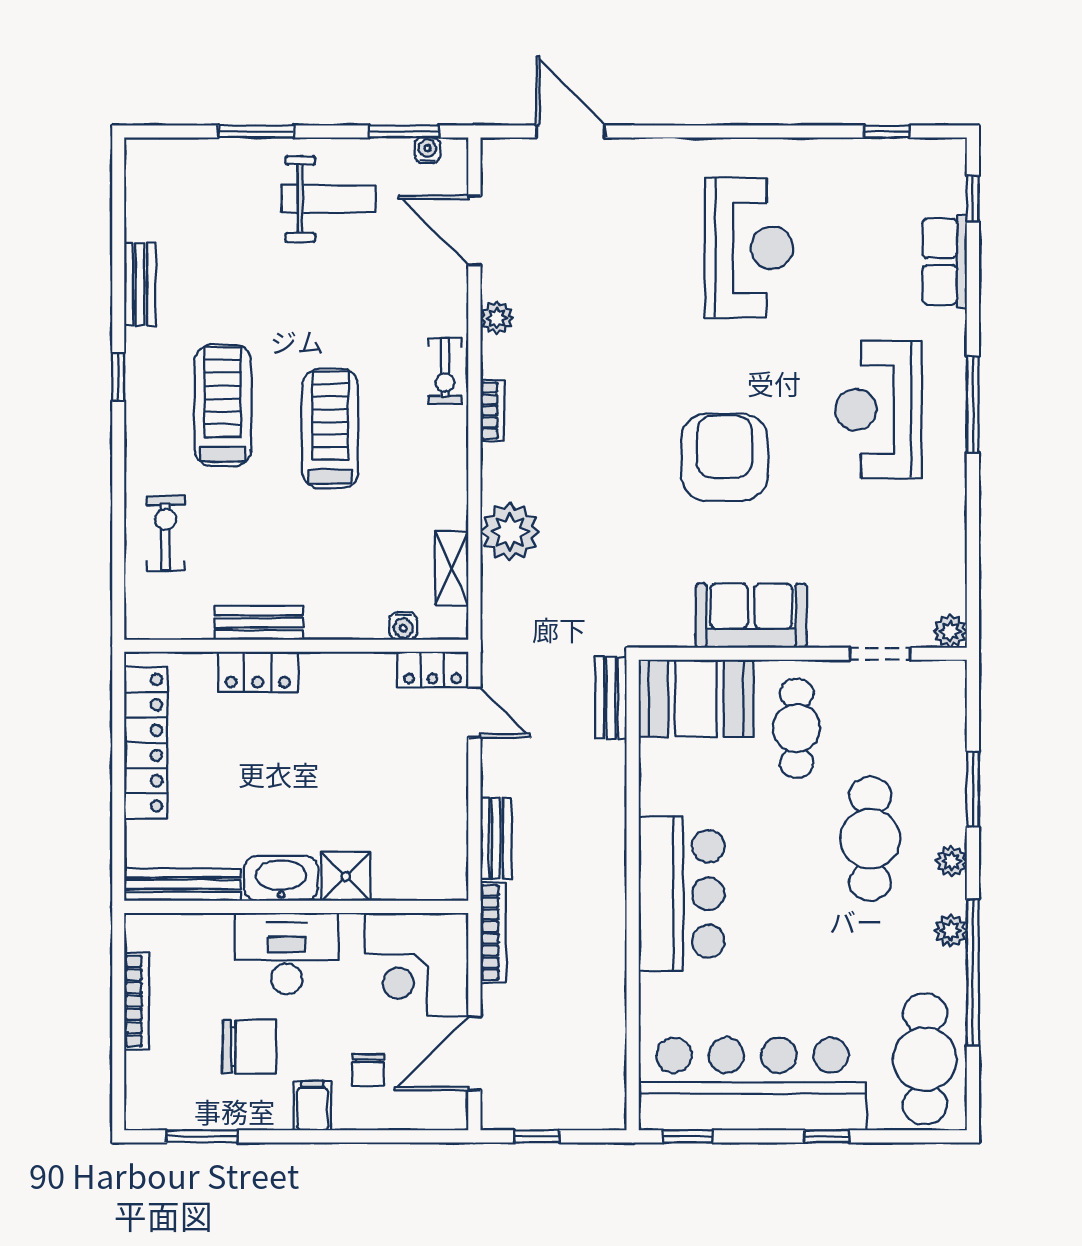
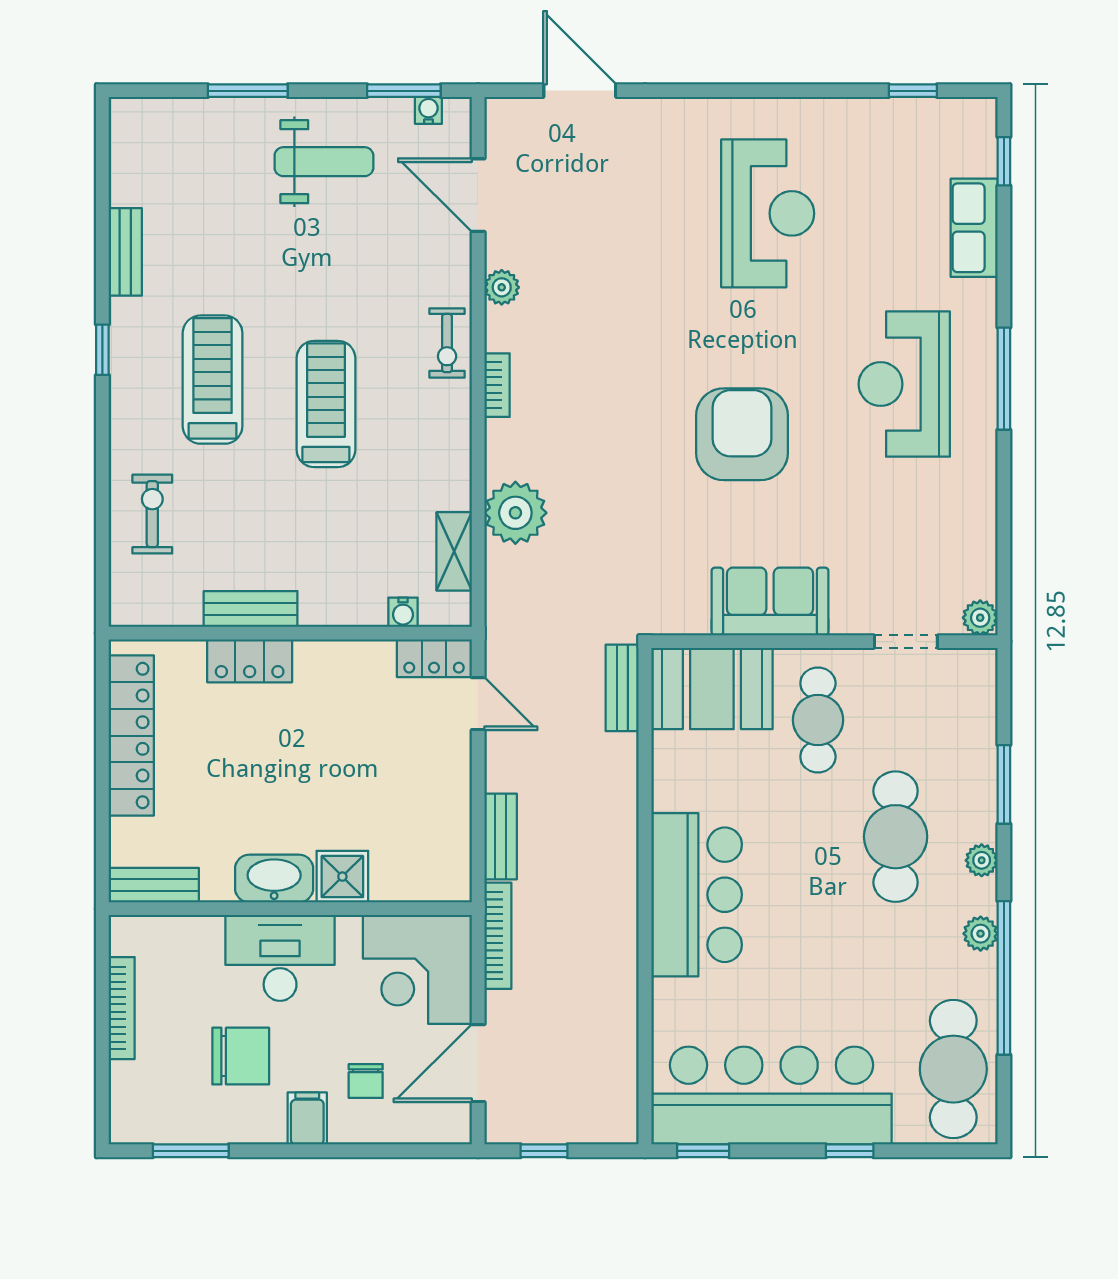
bench: (183, 885) -> (154, 885), width x0.73

